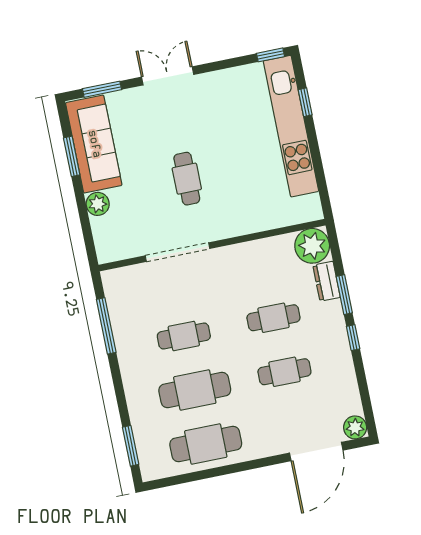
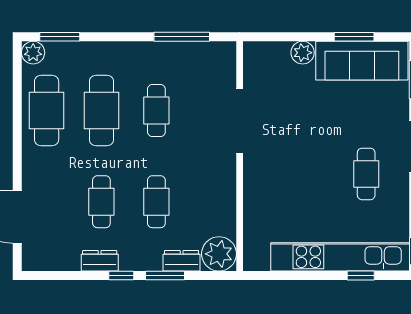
cafe table: (187, 179) -> (366, 174), moved, turned 90
dresser: (343, 362) -> (100, 261), added
plant: (355, 427) -> (33, 53), moved

